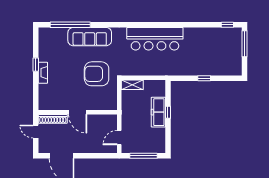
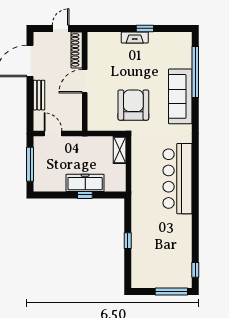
bench: (89, 149) -> (39, 95), added

